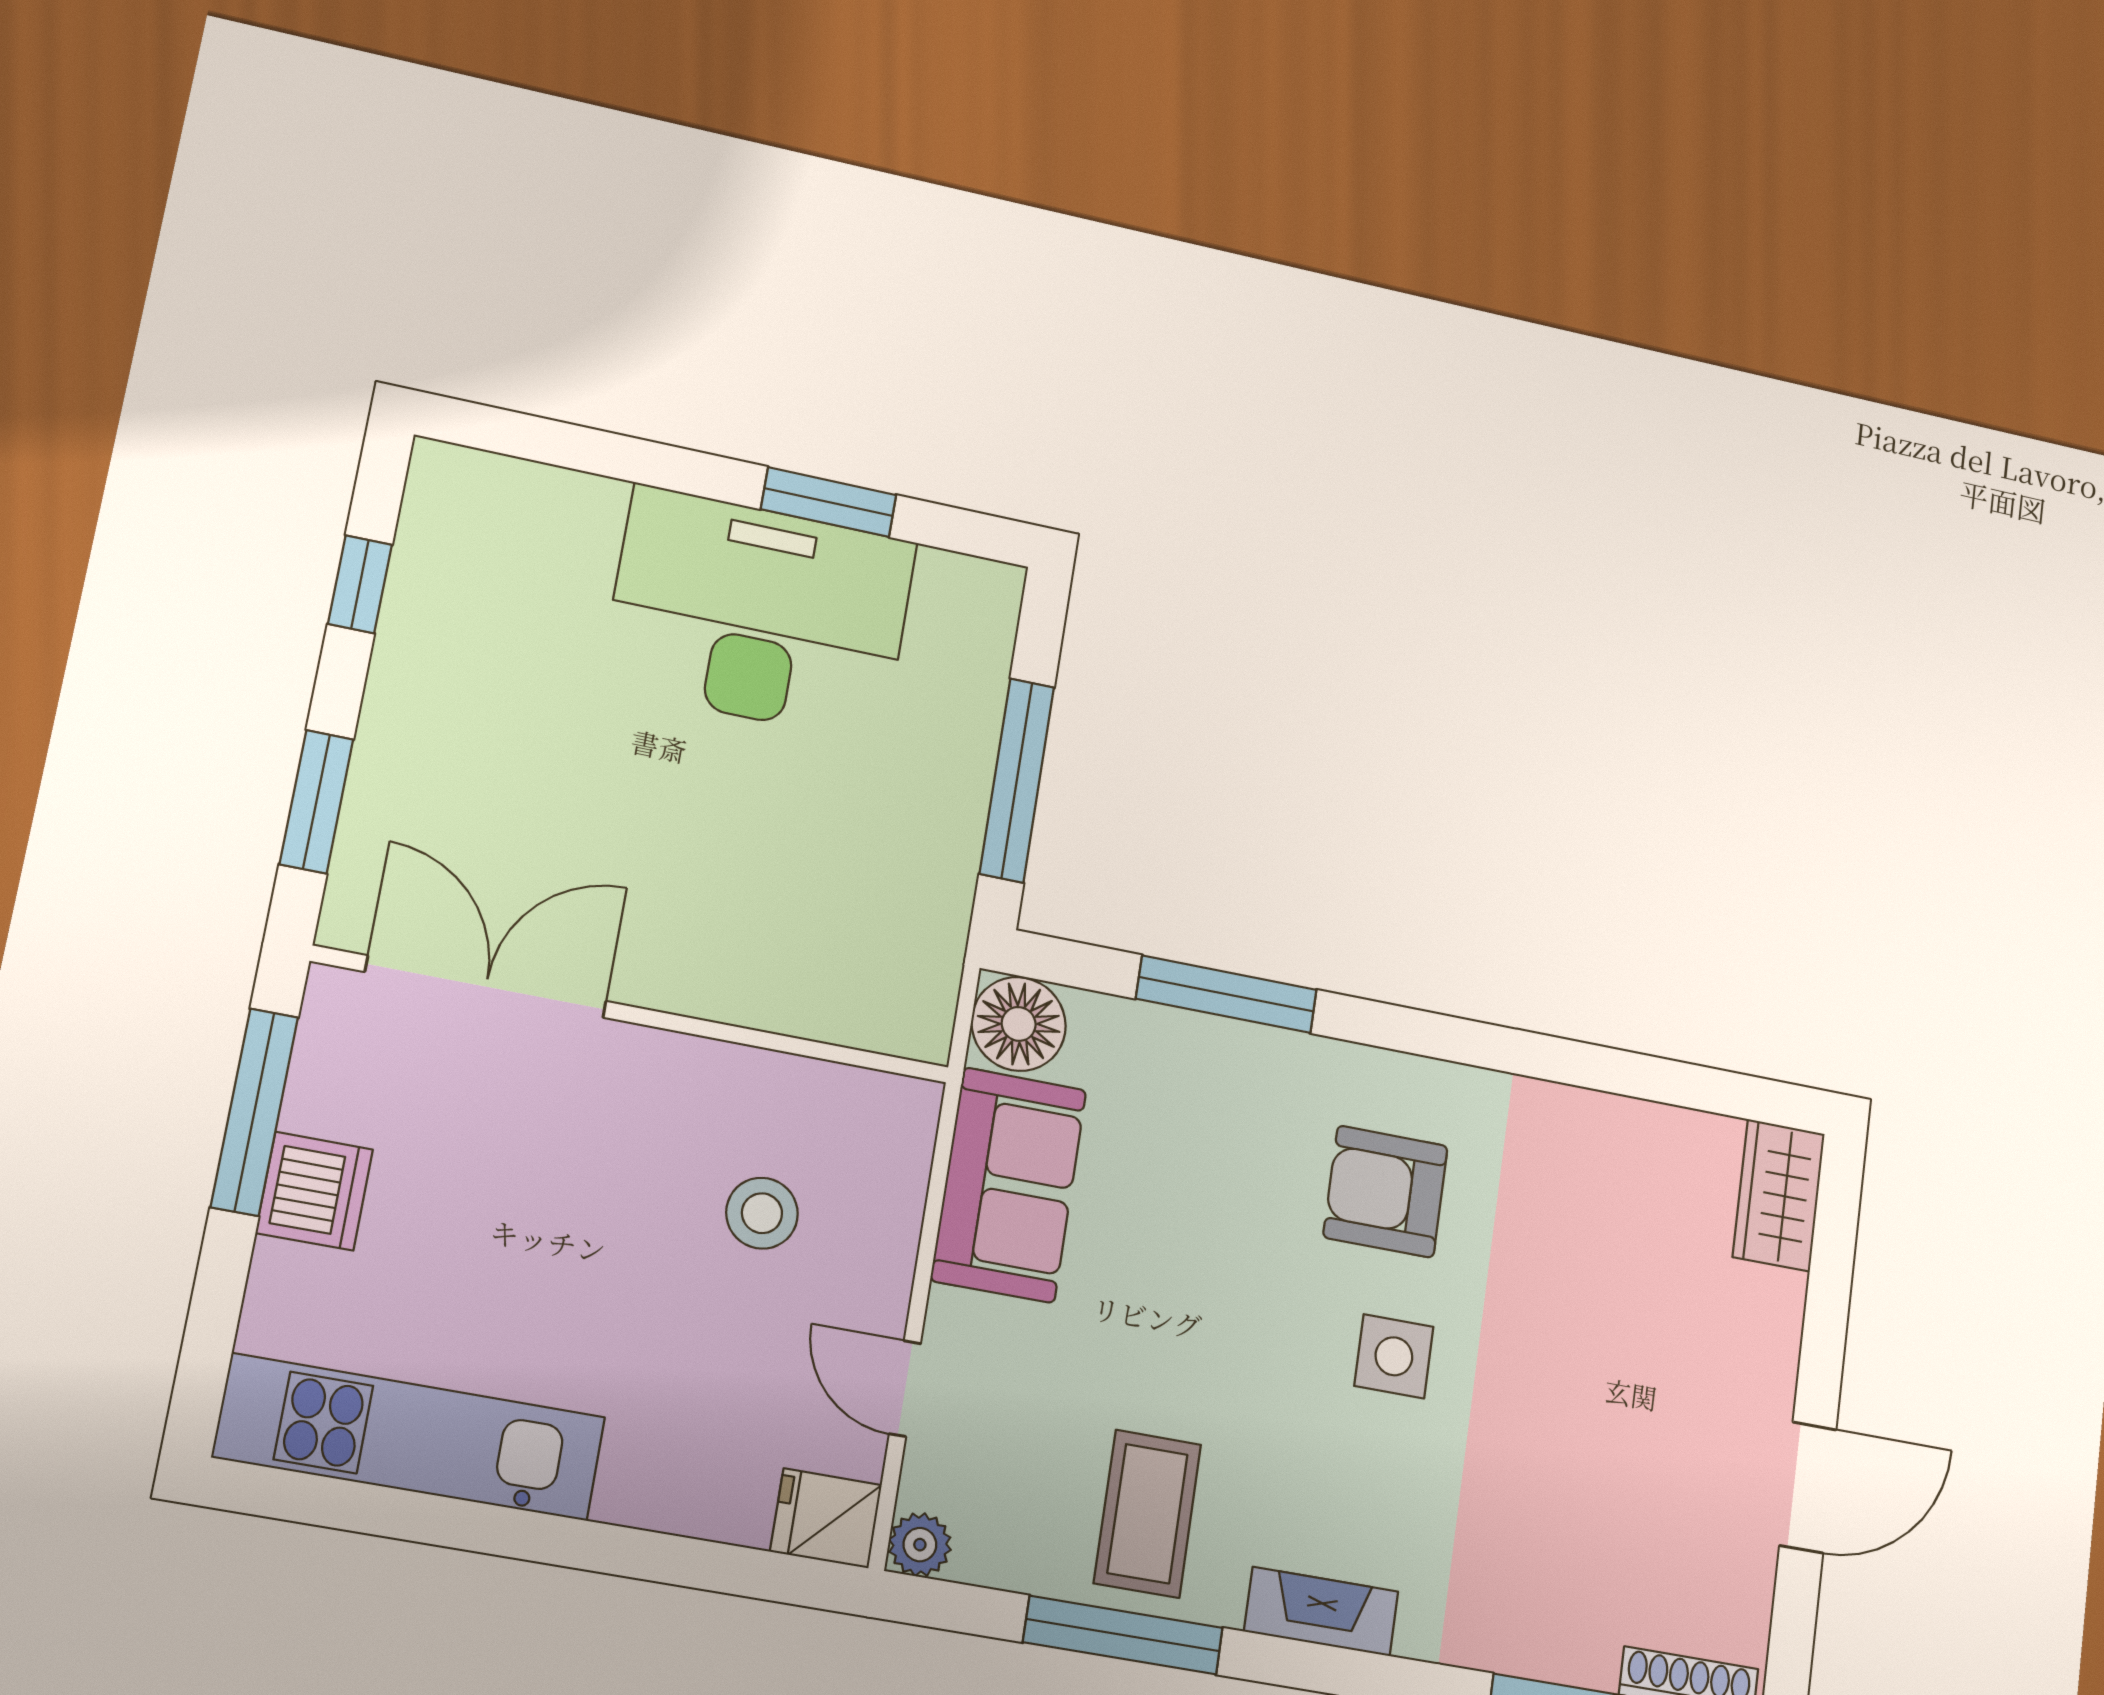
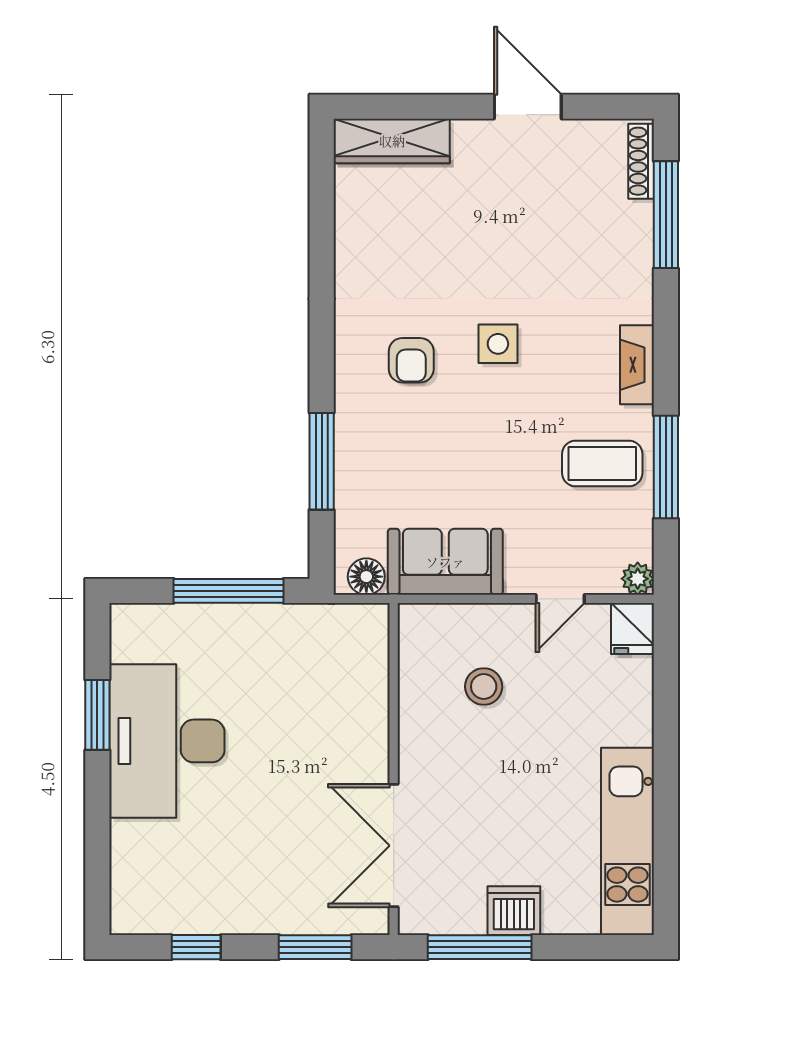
floor lamp: (1019, 1024) -> (366, 577), width x0.73, depth x0.73
armchair: (1386, 1192) -> (411, 360), width x0.72, depth x0.72
wardrobe: (1779, 1195) -> (392, 141), width x1.50

